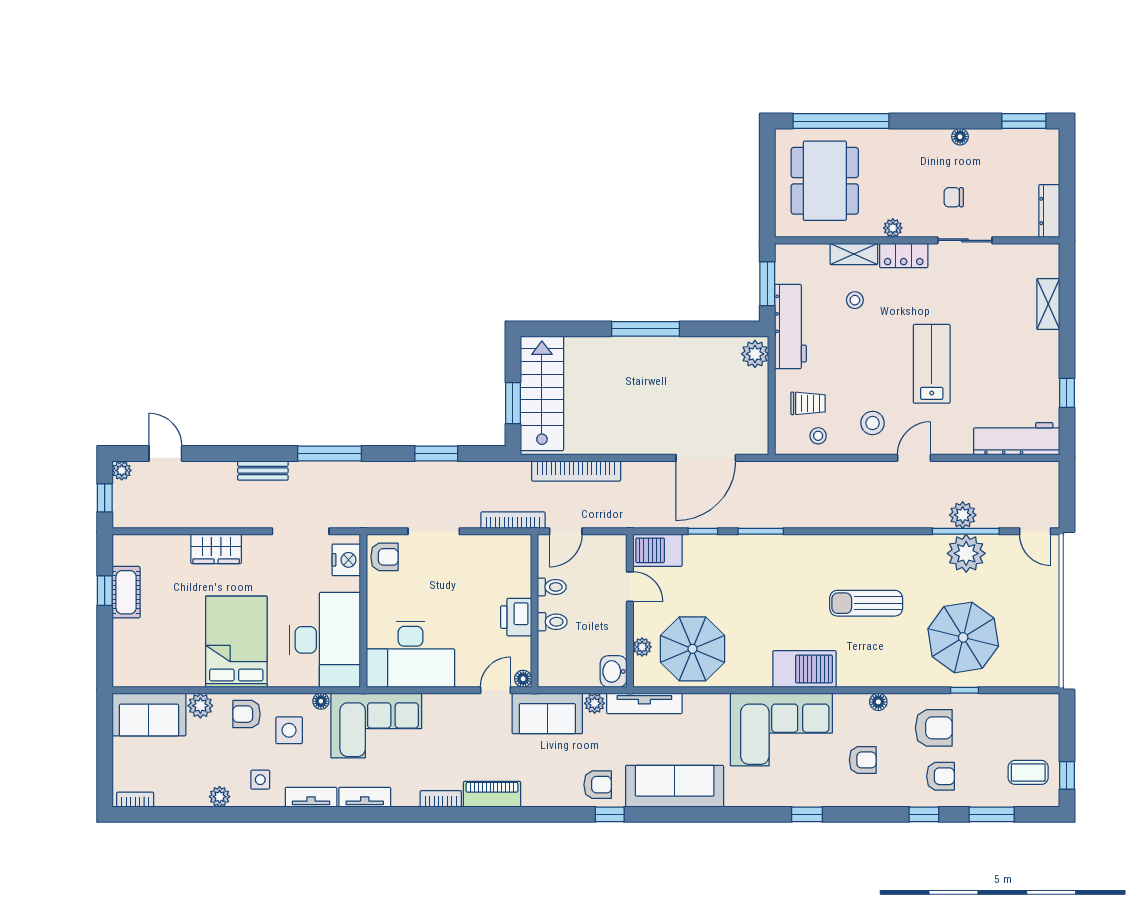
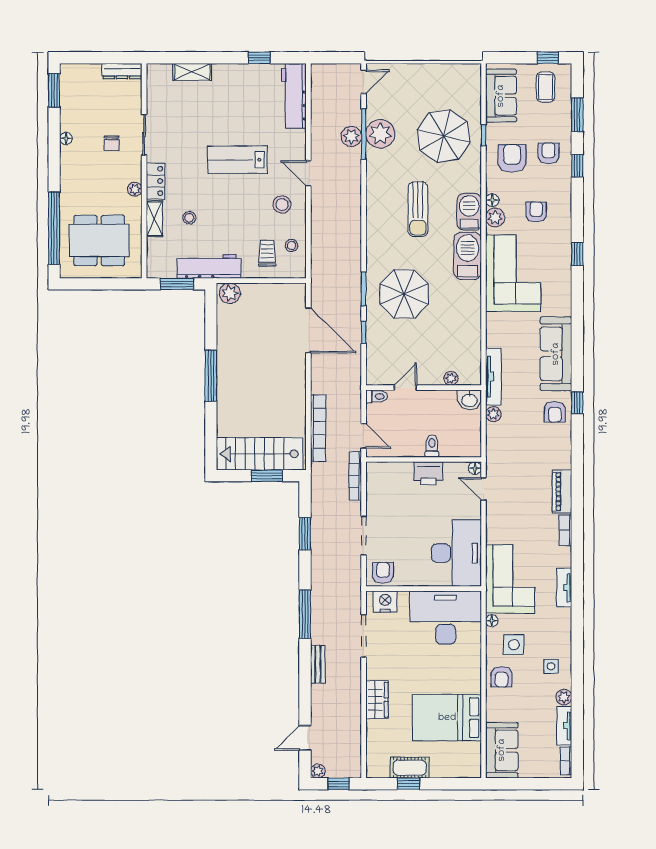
barbecue: (657, 550) -> (469, 212), moved, turned 180
toilet: (552, 587) -> (377, 396), moved, turned 90
bed: (236, 642) -> (447, 718), moved
parasol: (693, 649) -> (404, 294), moved
plant: (200, 706) -> (495, 218), moved
sofa: (547, 713) -> (501, 96), moved
armchair: (598, 785) -> (555, 412), turned 180
tv unit: (311, 797) -> (564, 726), moved

